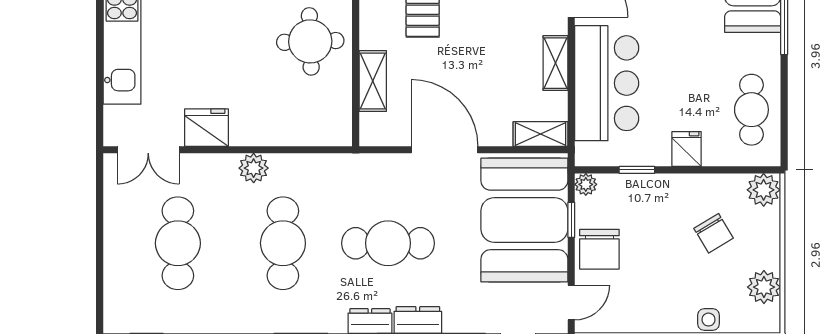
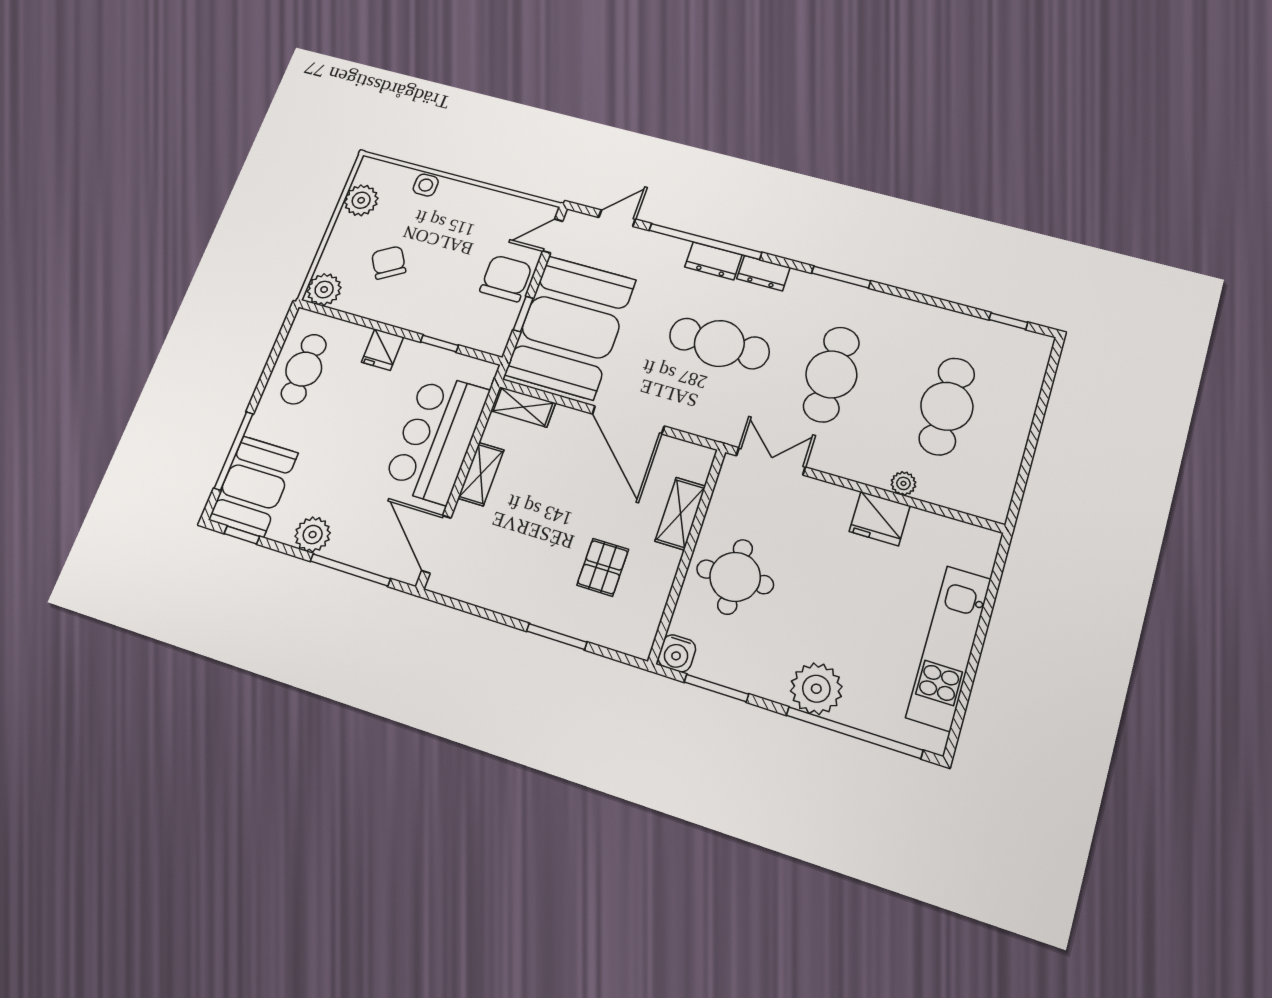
double door: (148, 150) -> (771, 461), moved
plant: (254, 168) -> (903, 483), moved, width x0.73, depth x0.73
plant: (586, 184) -> (496, 344), removed

